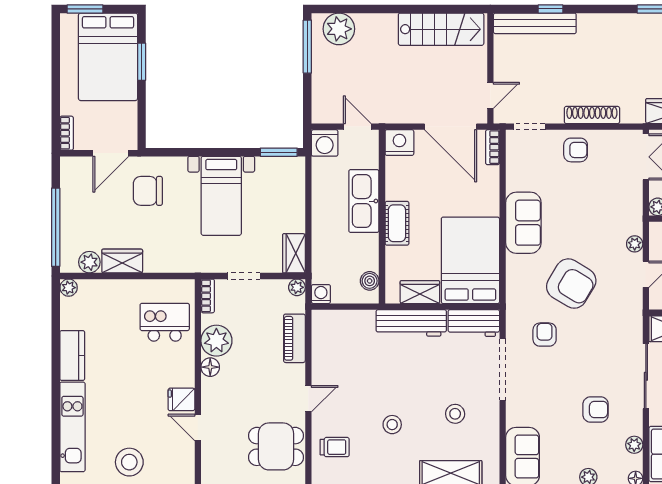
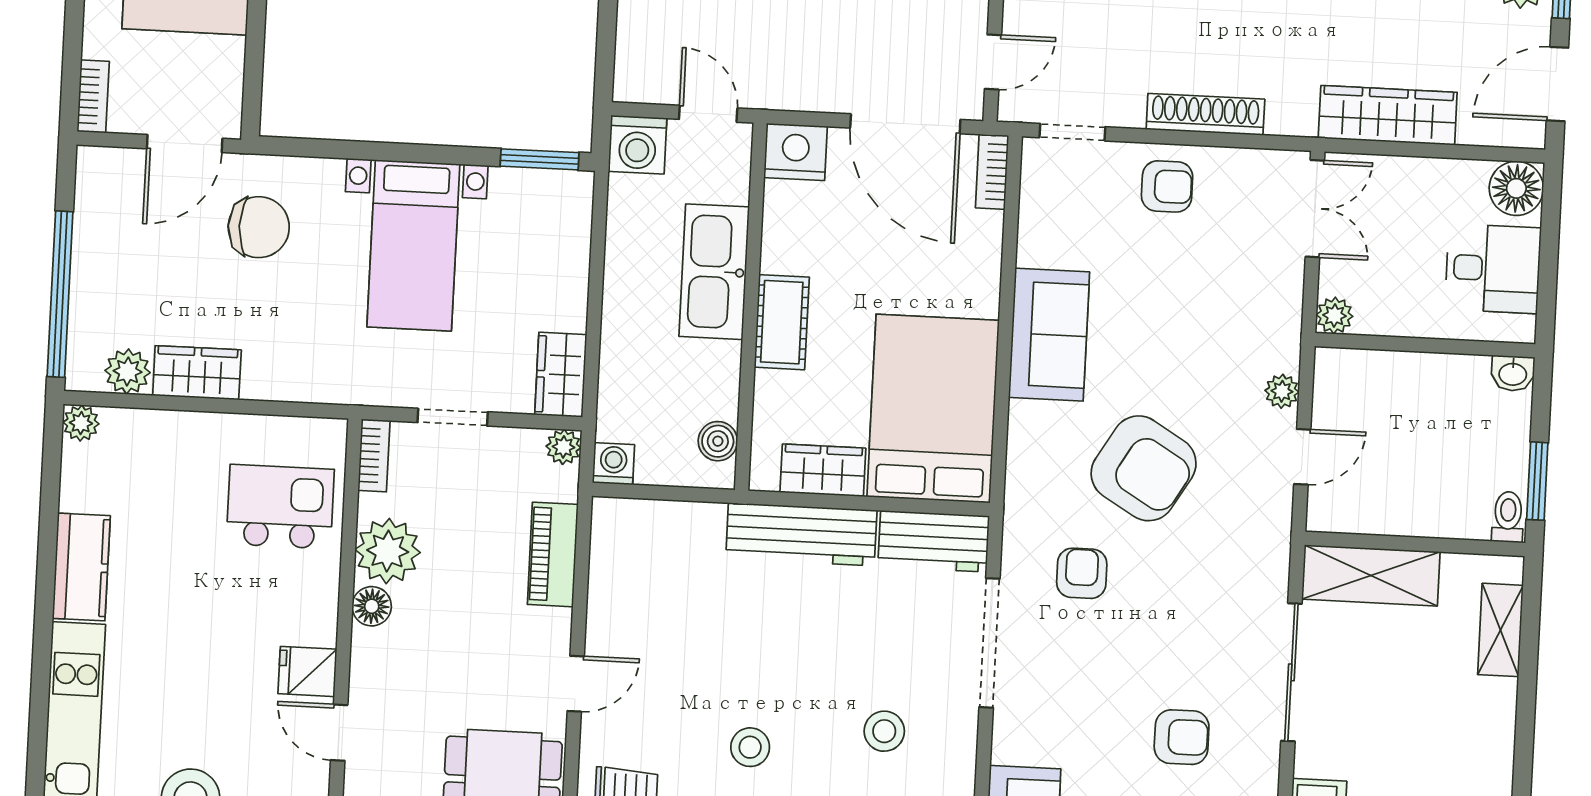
chair: (148, 191) -> (259, 227), turned 180

